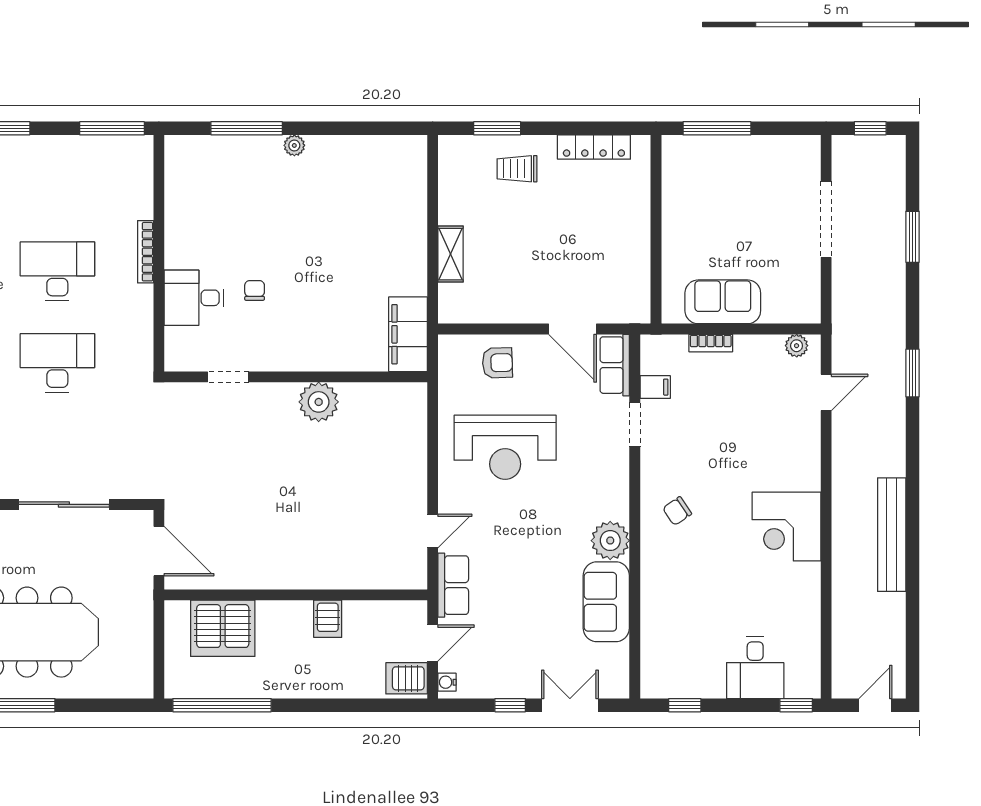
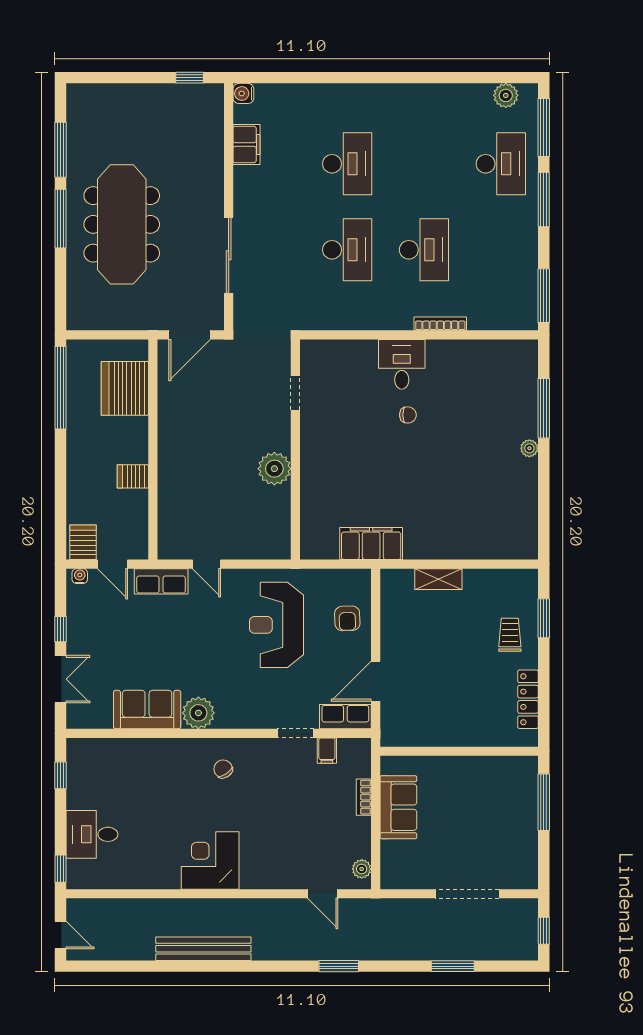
doorway: (228, 377) -> (295, 393), moved
wall: (296, 377) -> (295, 449), moved
plant: (319, 402) -> (274, 469), moved

